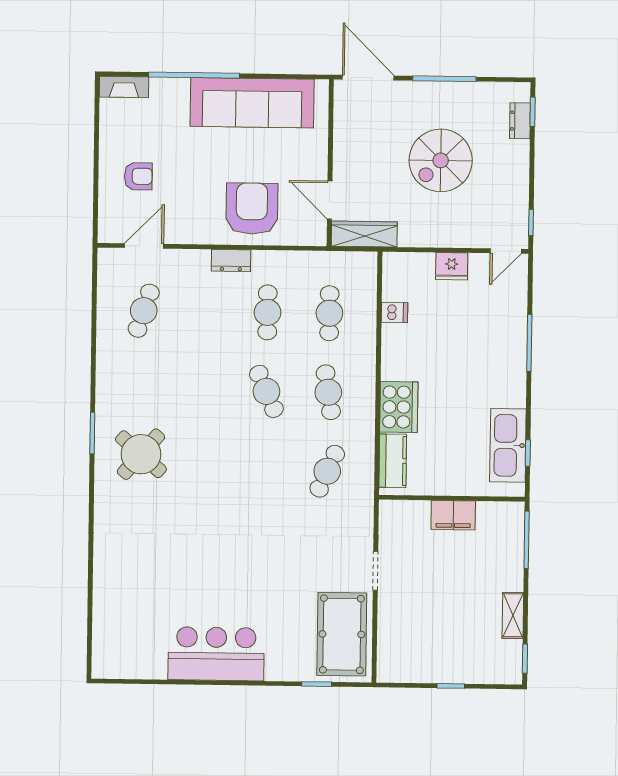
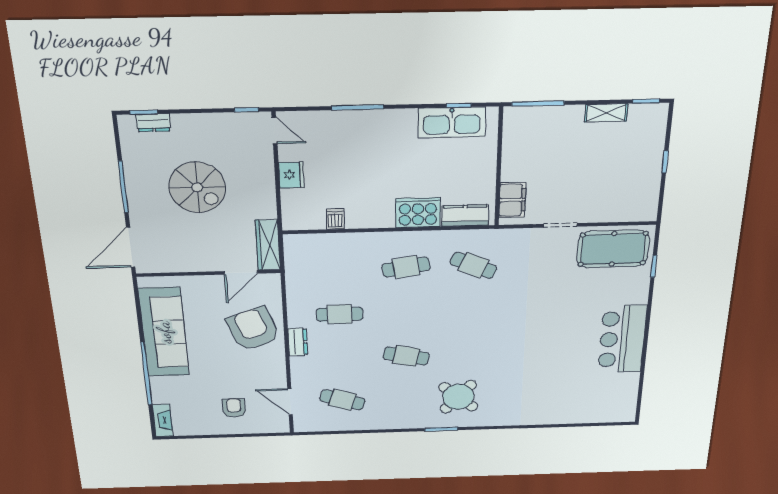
armchair: (252, 209) -> (253, 329), turned 70
cafe table: (329, 313) -> (338, 269), removed
cafe table: (266, 391) -> (406, 356), moved, turned 36
filing cabinet: (453, 515) -> (512, 200), moved

